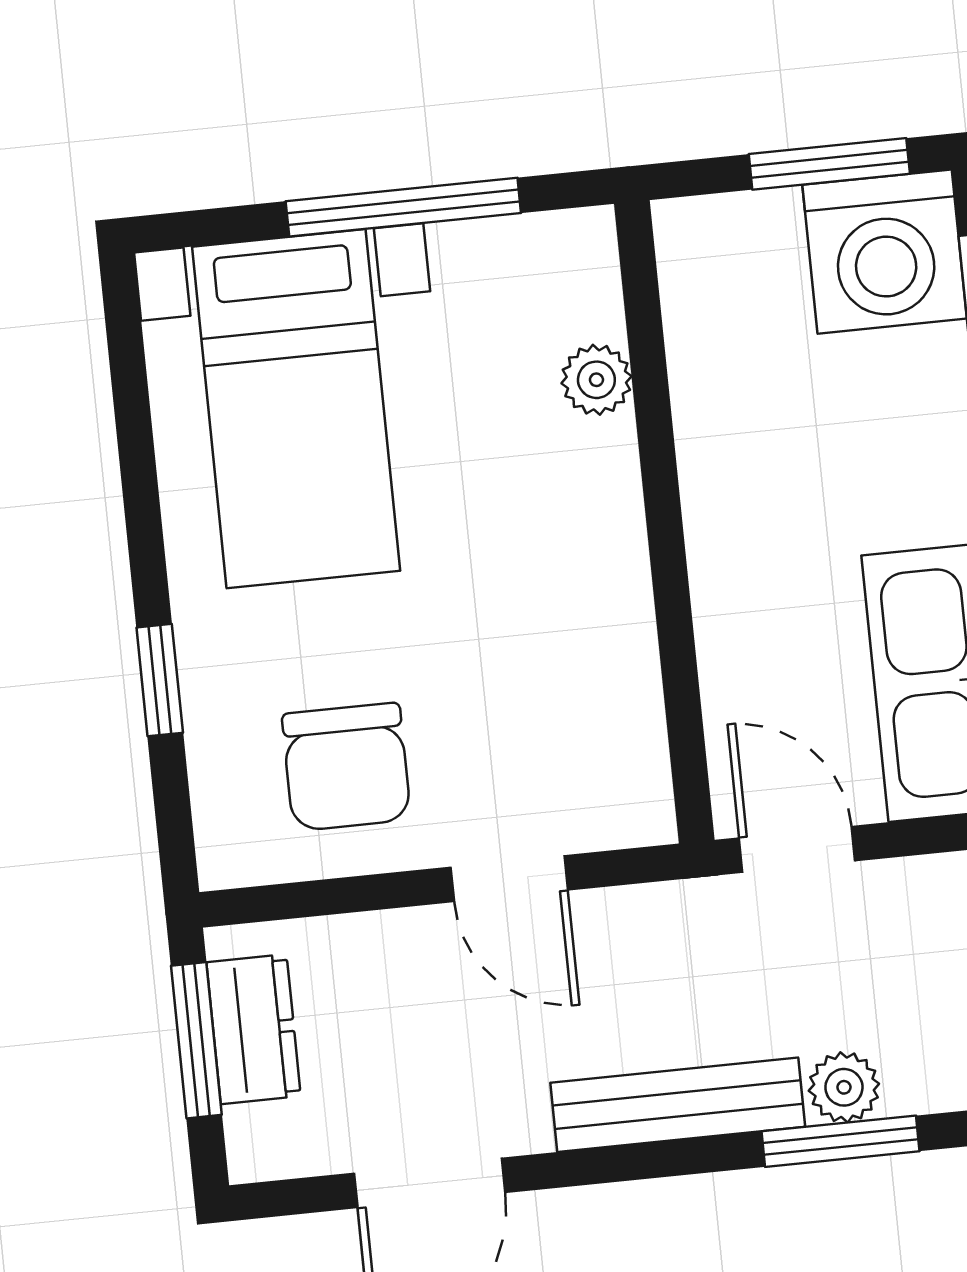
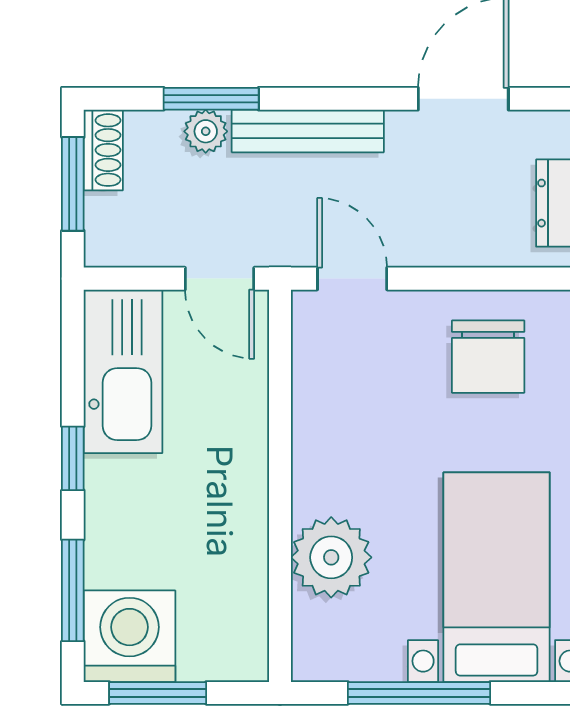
plant: (596, 380) -> (331, 557), width x1.88, depth x1.88
chair: (346, 767) -> (488, 357), turned 180
door: (509, 879) -> (352, 279), moved

